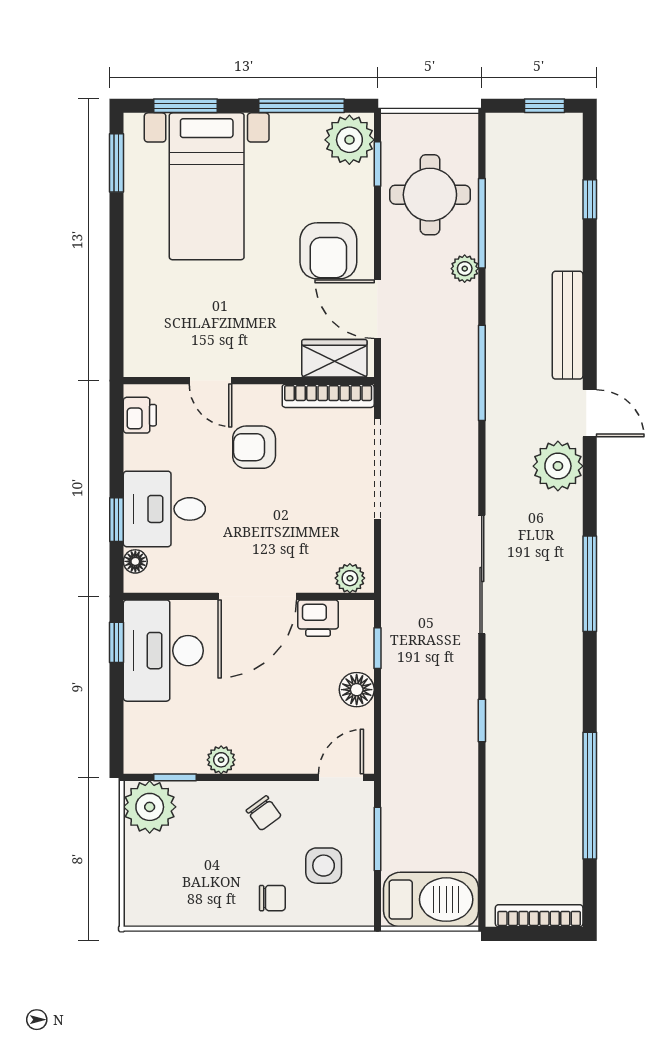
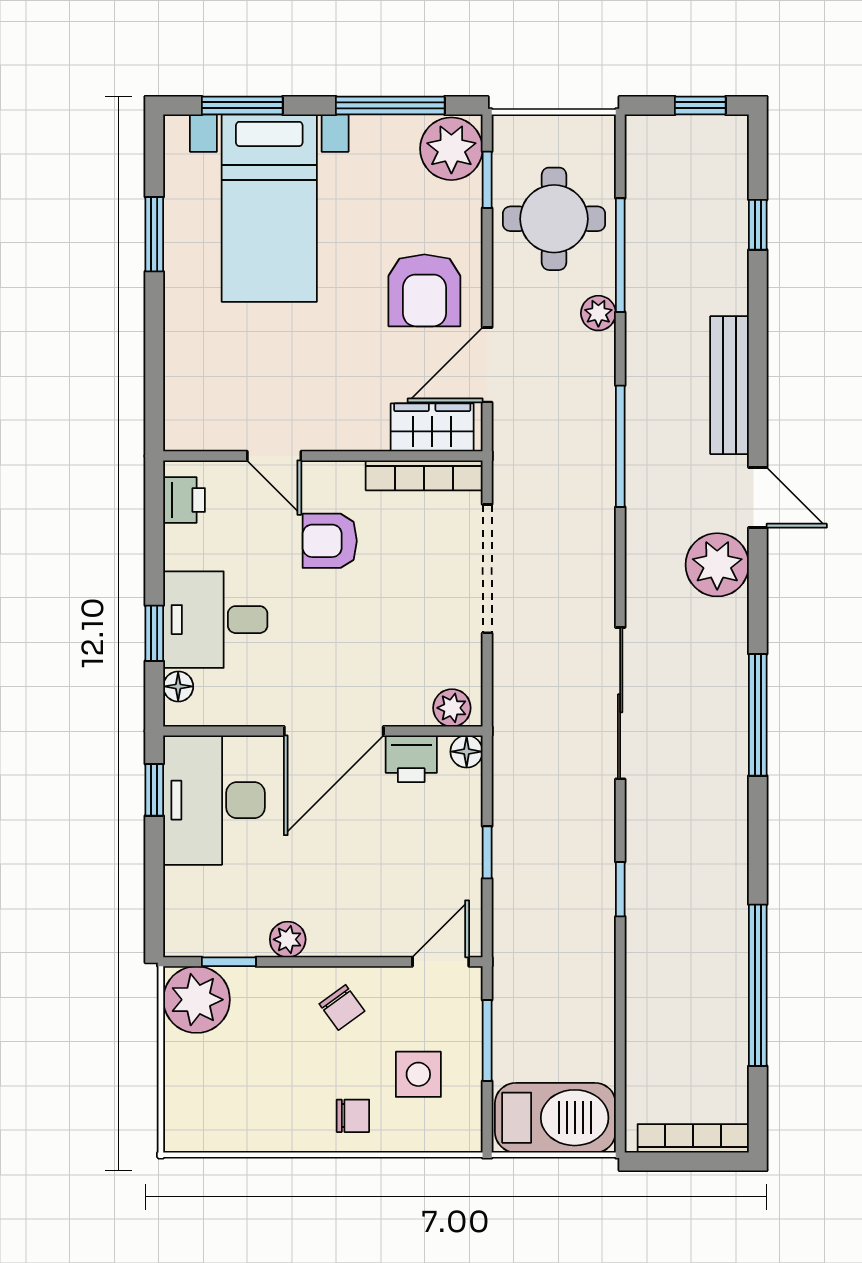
window: (117, 163) -> (154, 234), moved
door: (377, 309) -> (487, 365), hinge flipped
window: (377, 648) -> (487, 852), moved
floor lamp: (357, 690) -> (467, 752), moved, width x0.73, depth x0.73

